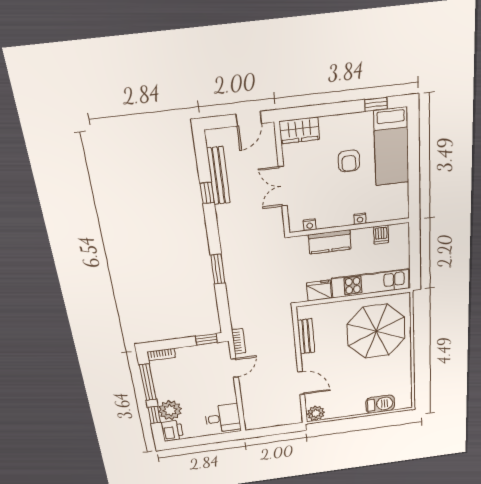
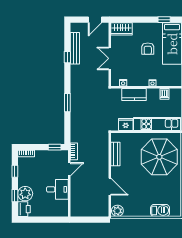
window: (148, 382) -> (15, 171), width x0.46
desk: (223, 418) -> (57, 189), moved

